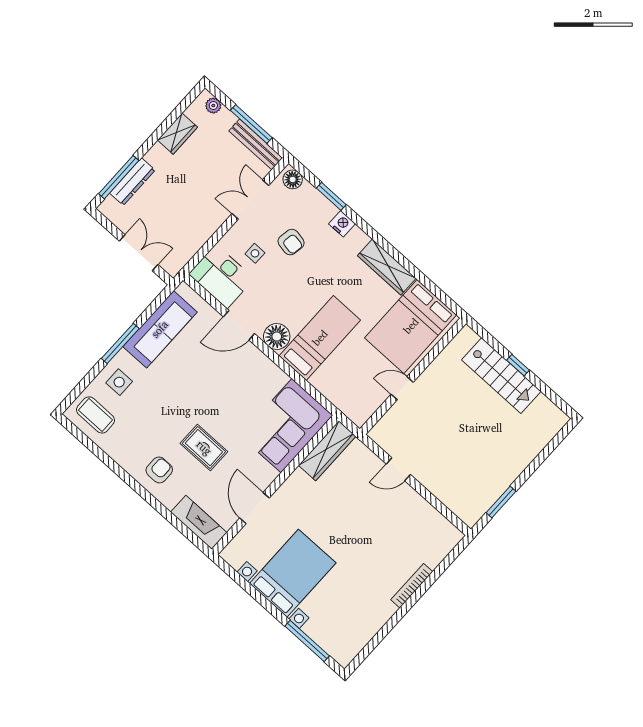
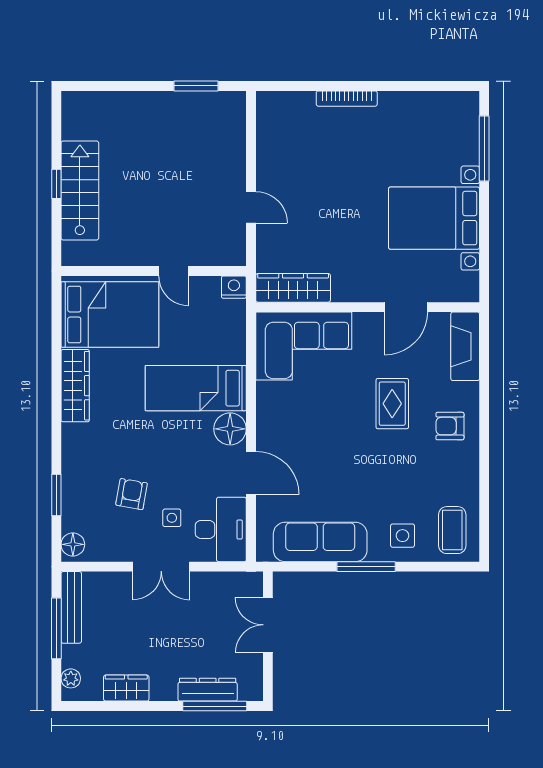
double door: (250, 200) -> (161, 567), moved
nightstand: (342, 224) -> (234, 287), moved, turned 90

